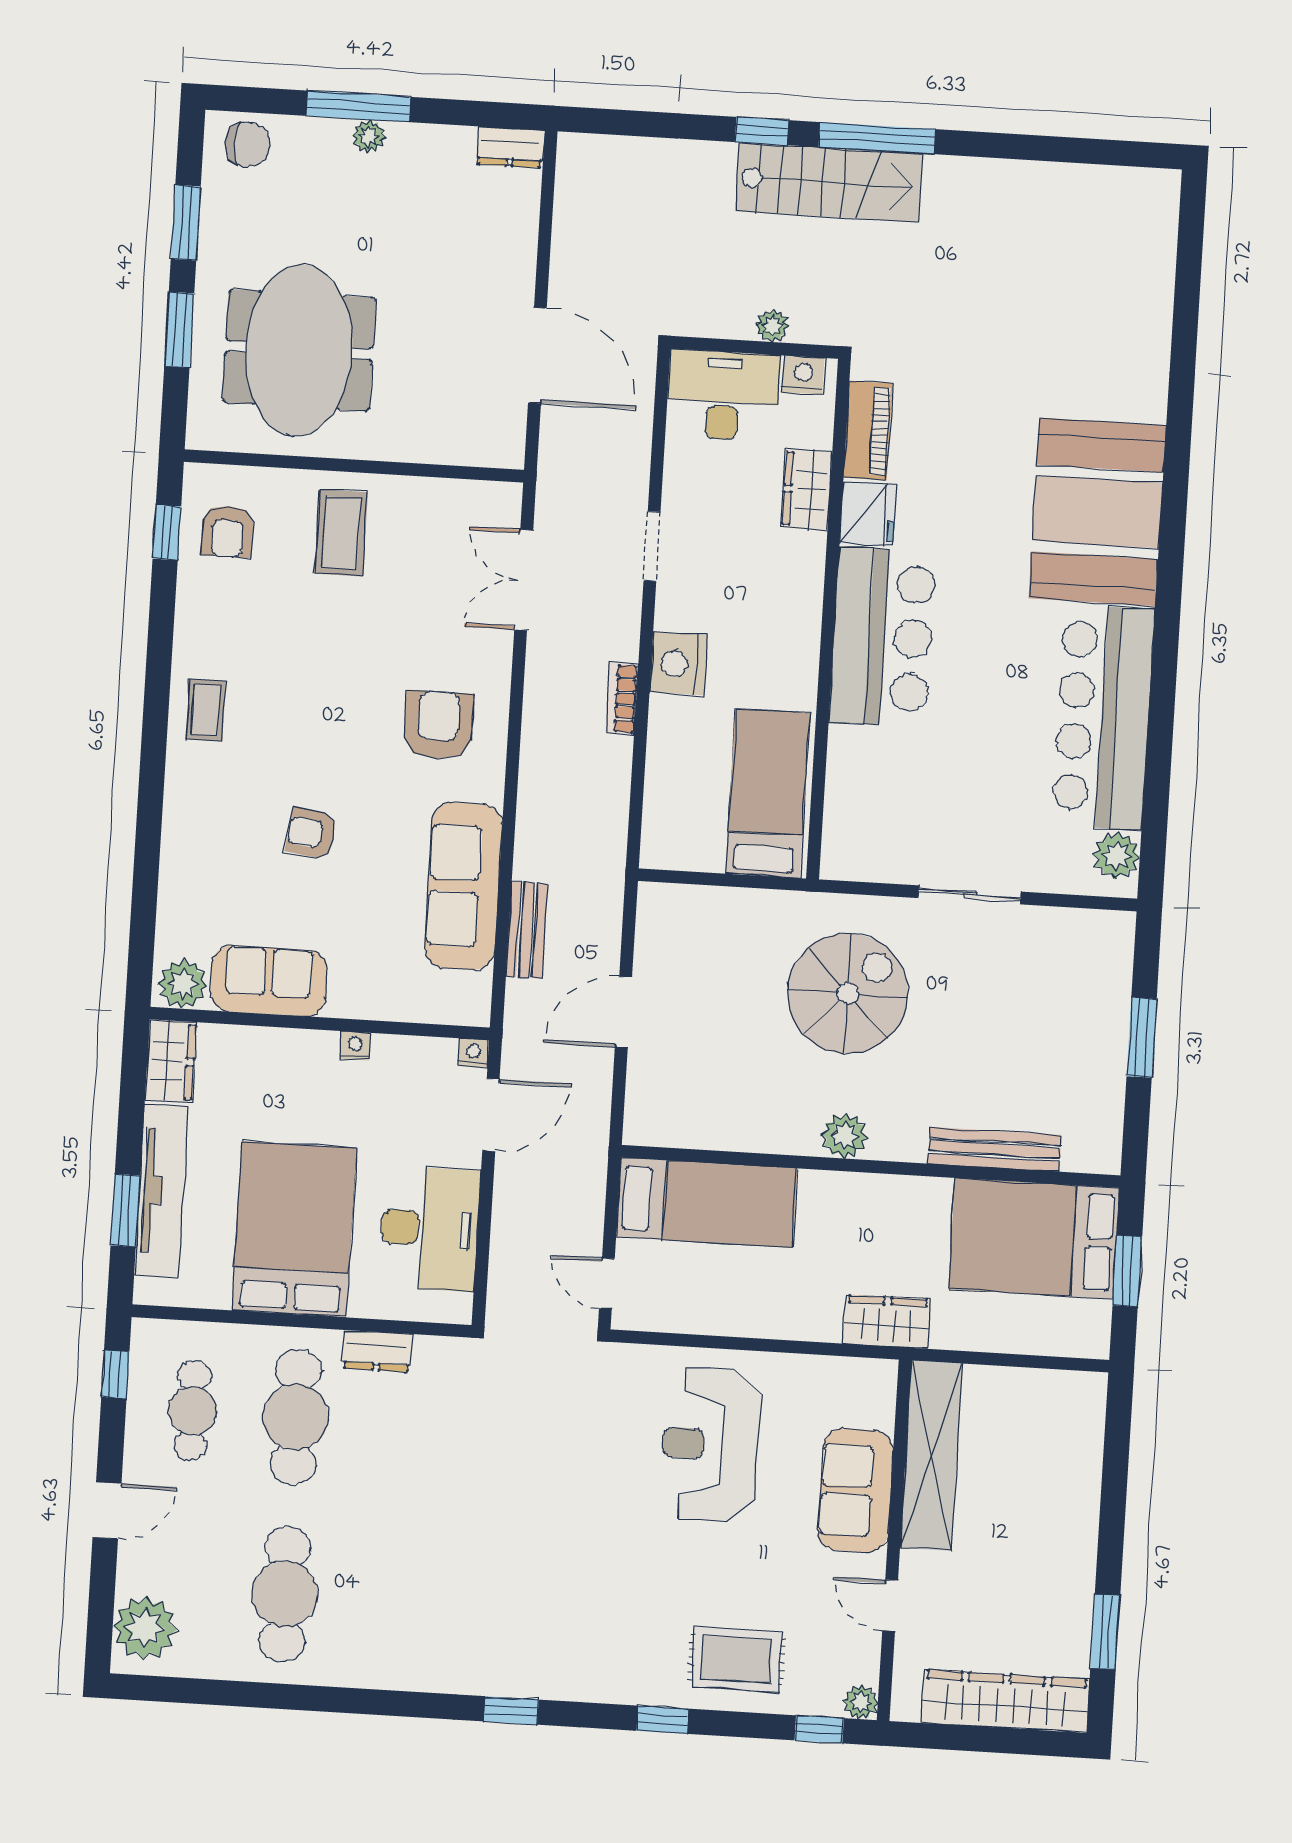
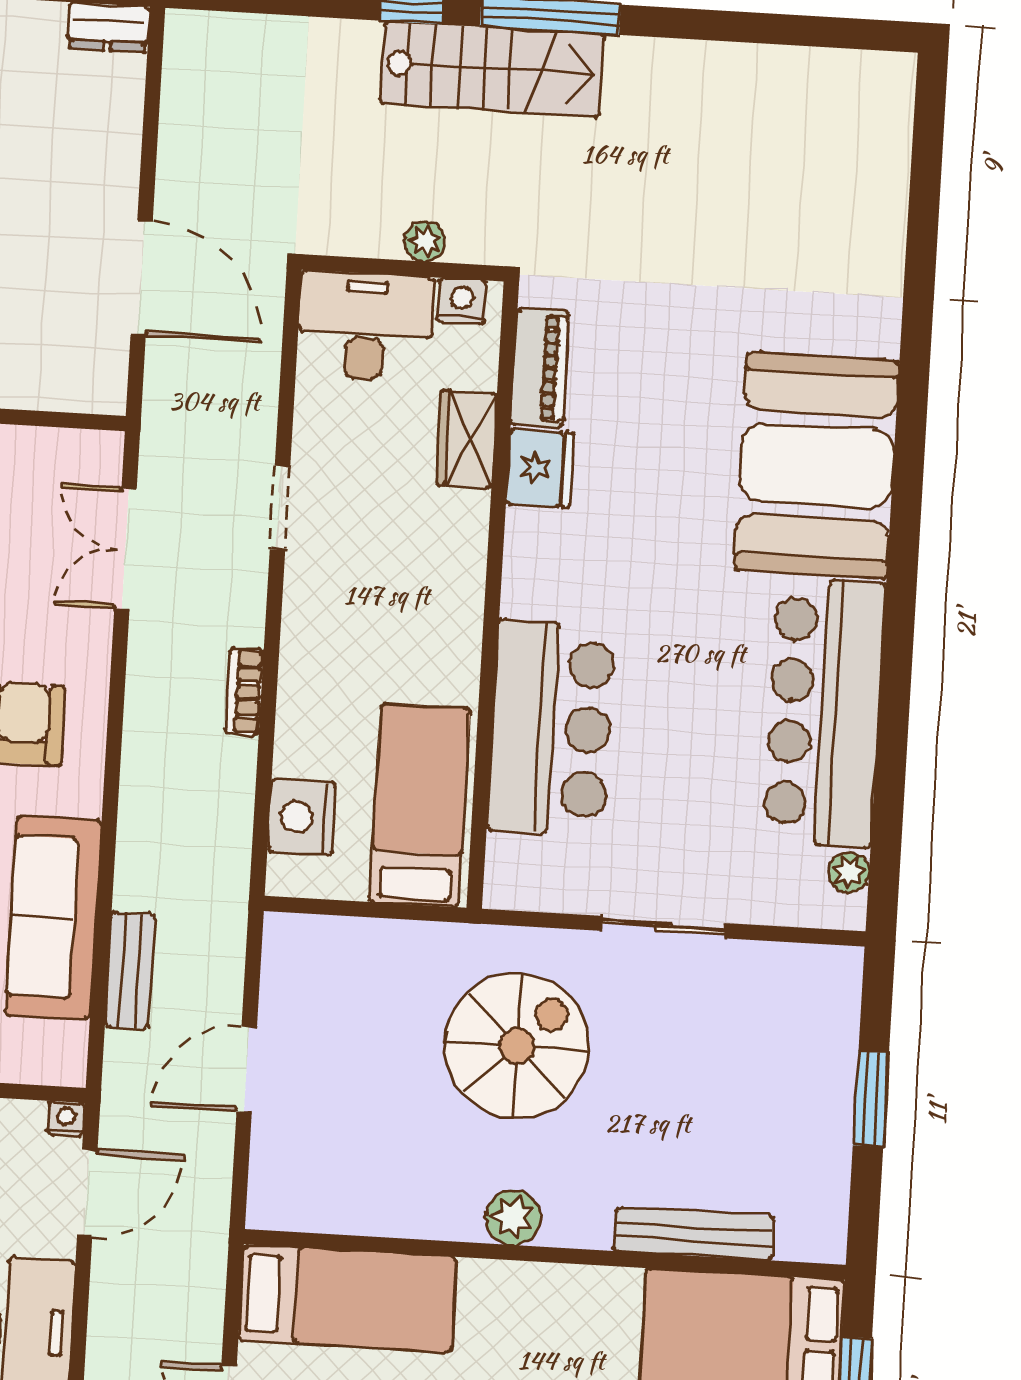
bar counter: (882, 637) -> (551, 728), moved
nightstand: (678, 664) -> (302, 817), moved
plant: (1117, 856) -> (849, 872), width x0.73, depth x0.73

